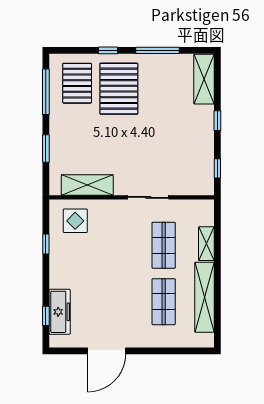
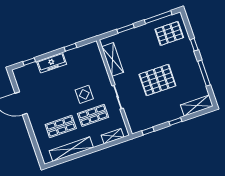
pallet: (119, 89) -> (157, 80), moved
display table: (75, 221) -> (84, 94), moved
shelving: (206, 244) -> (113, 136), moved
freezer: (60, 312) -> (52, 63), moved

